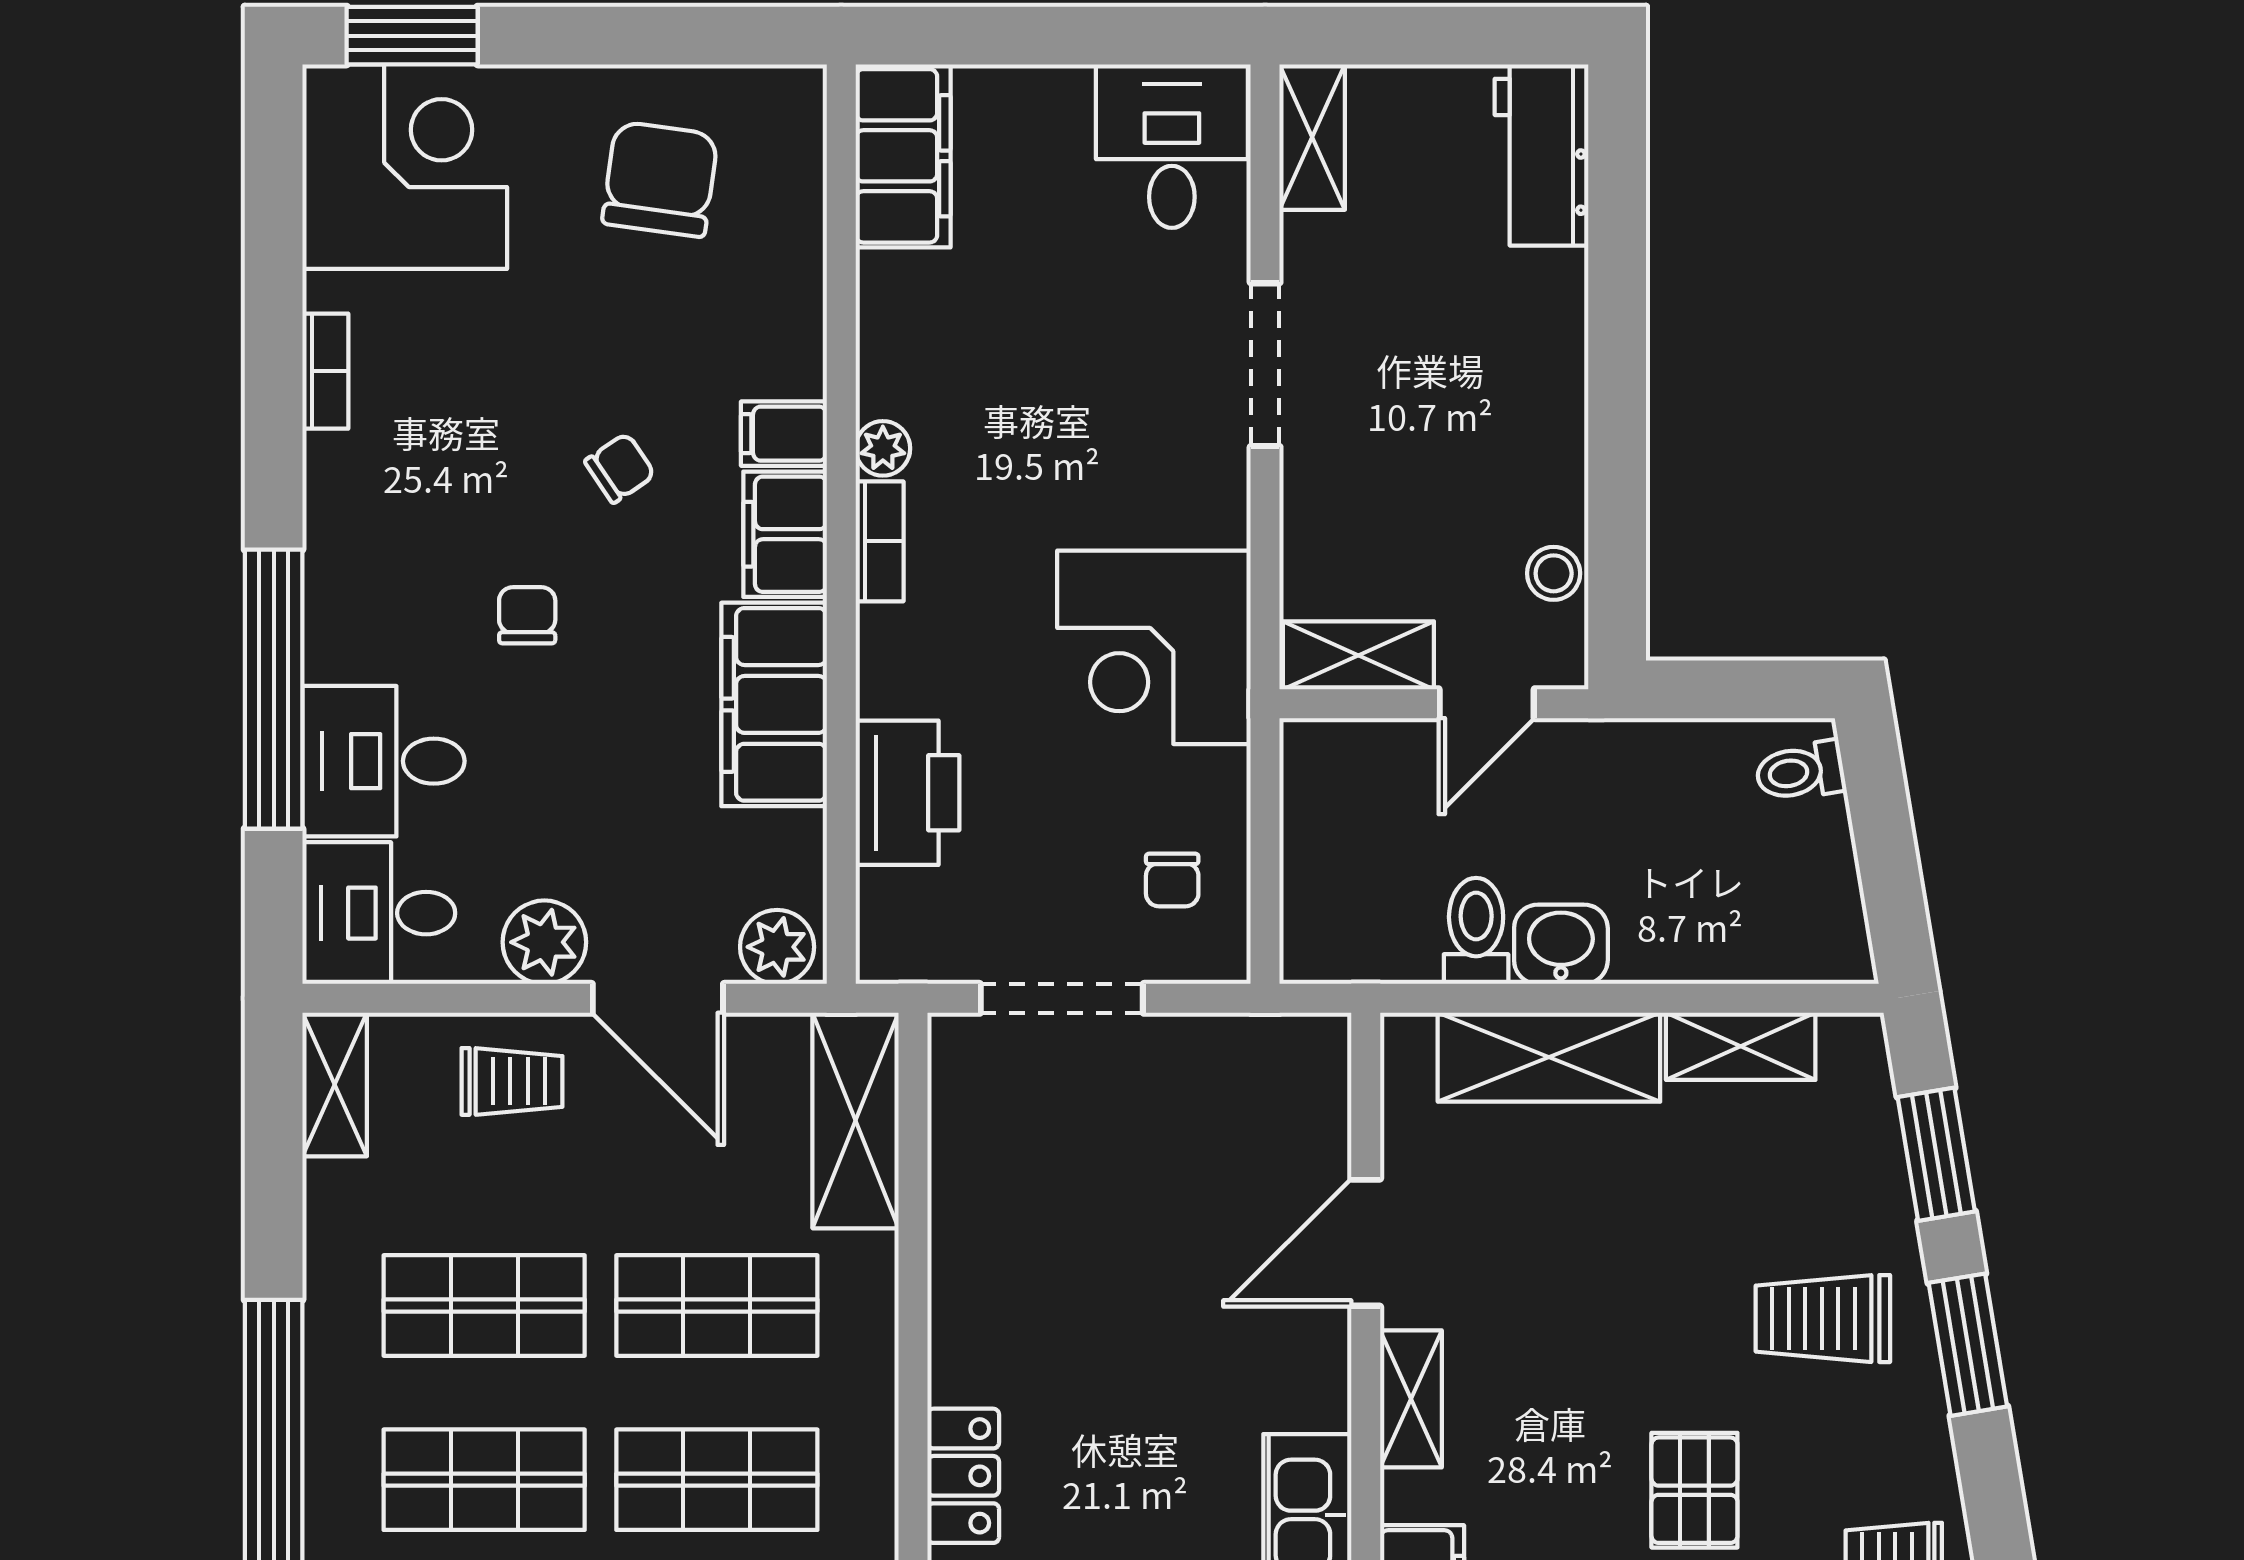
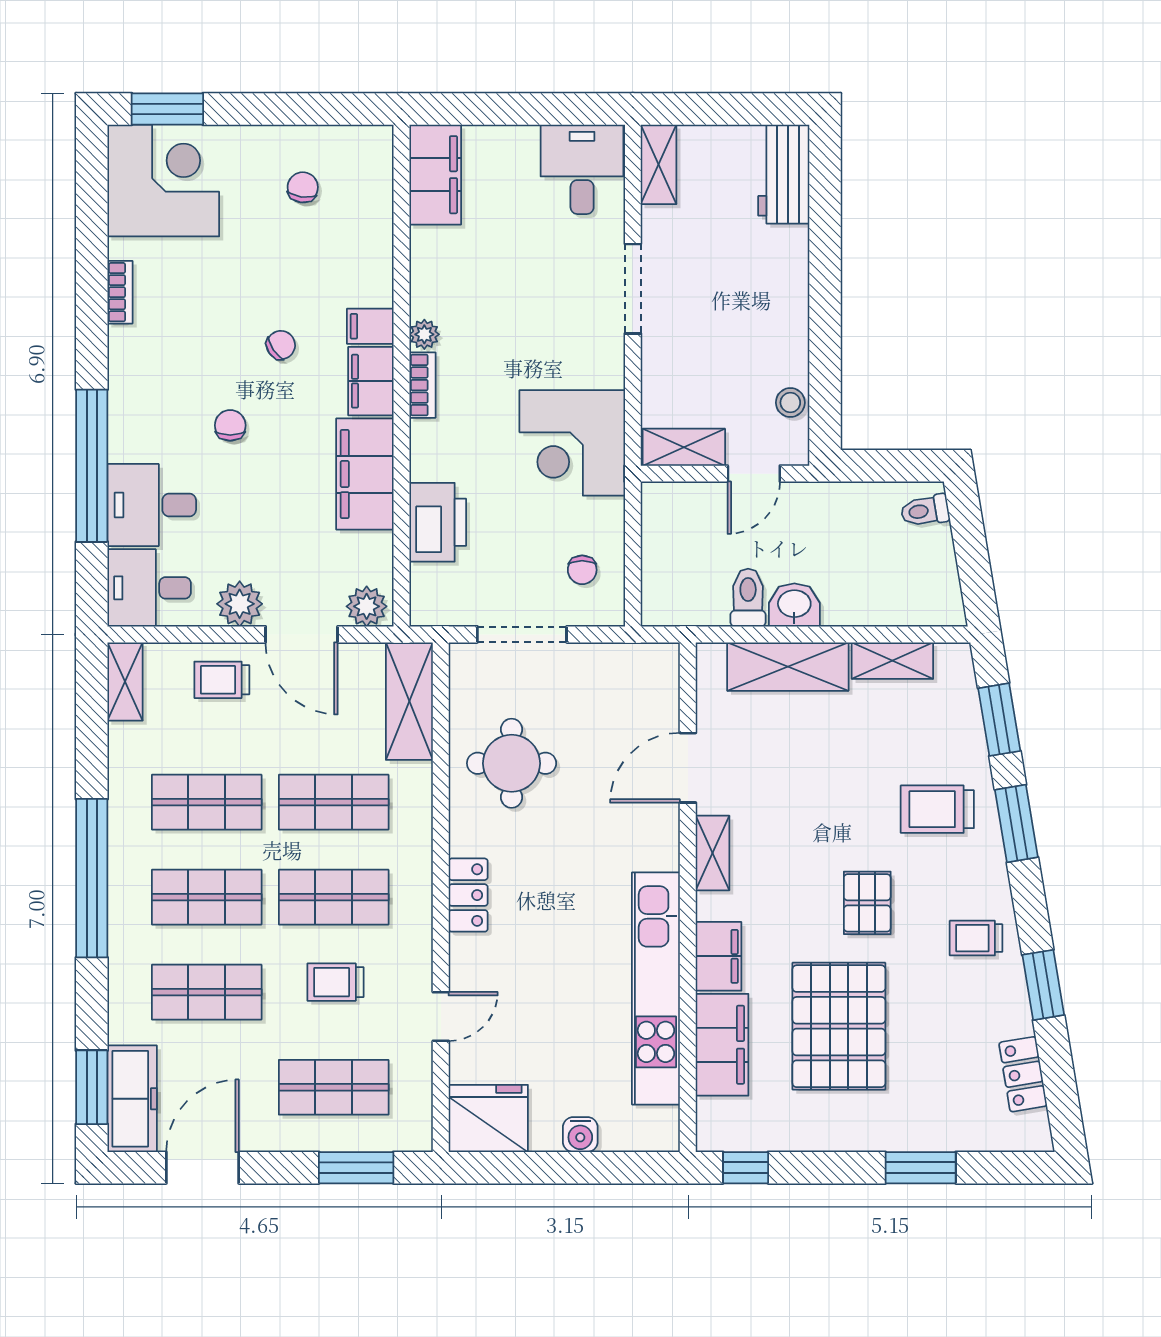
chair: (660, 179) -> (303, 187), width x0.54, depth x0.54
trolley: (512, 1081) -> (222, 680), turned 180
round table: (1043, 1234) -> (512, 763), added

